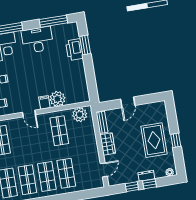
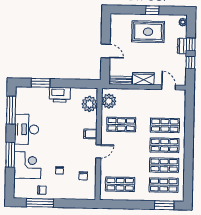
printer: (74, 50) -> (60, 95), moved
plant: (57, 99) -> (89, 104), moved

